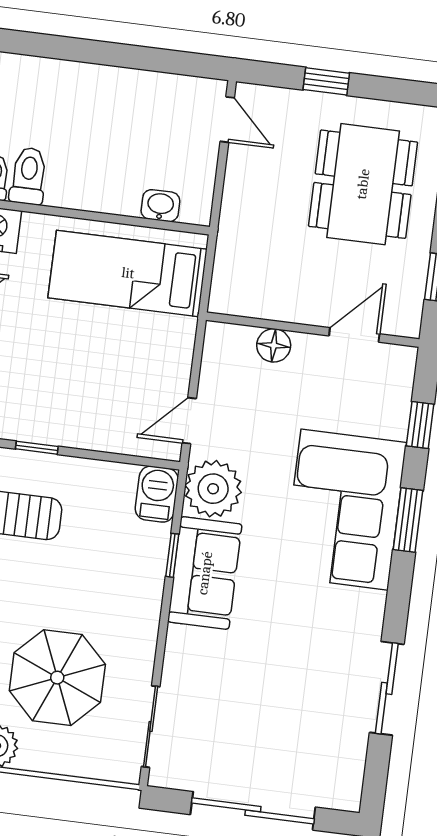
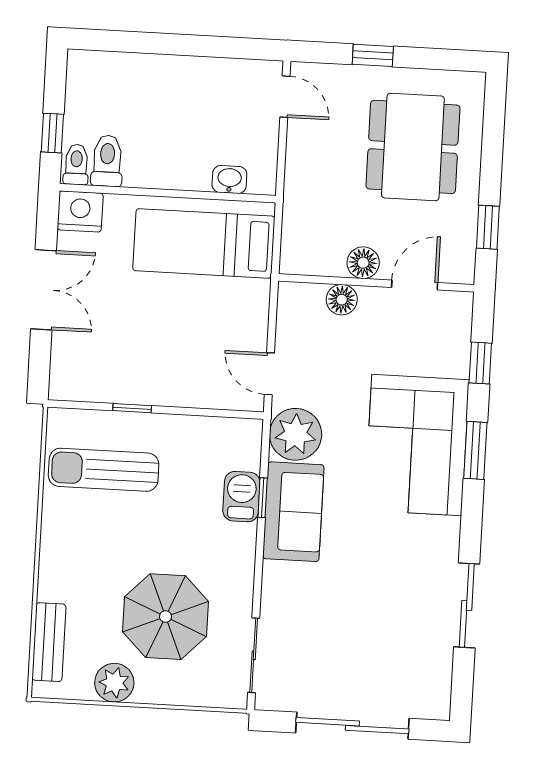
floor lamp: (300, 307) -> (363, 263), added
door: (189, 421) -> (269, 374), hinge flipped
barbecue: (157, 494) -> (241, 497), moved

